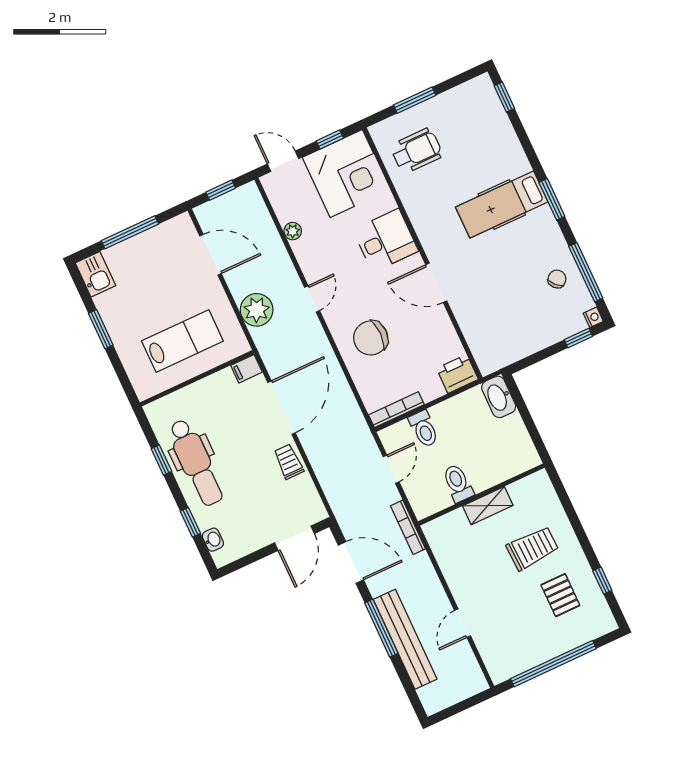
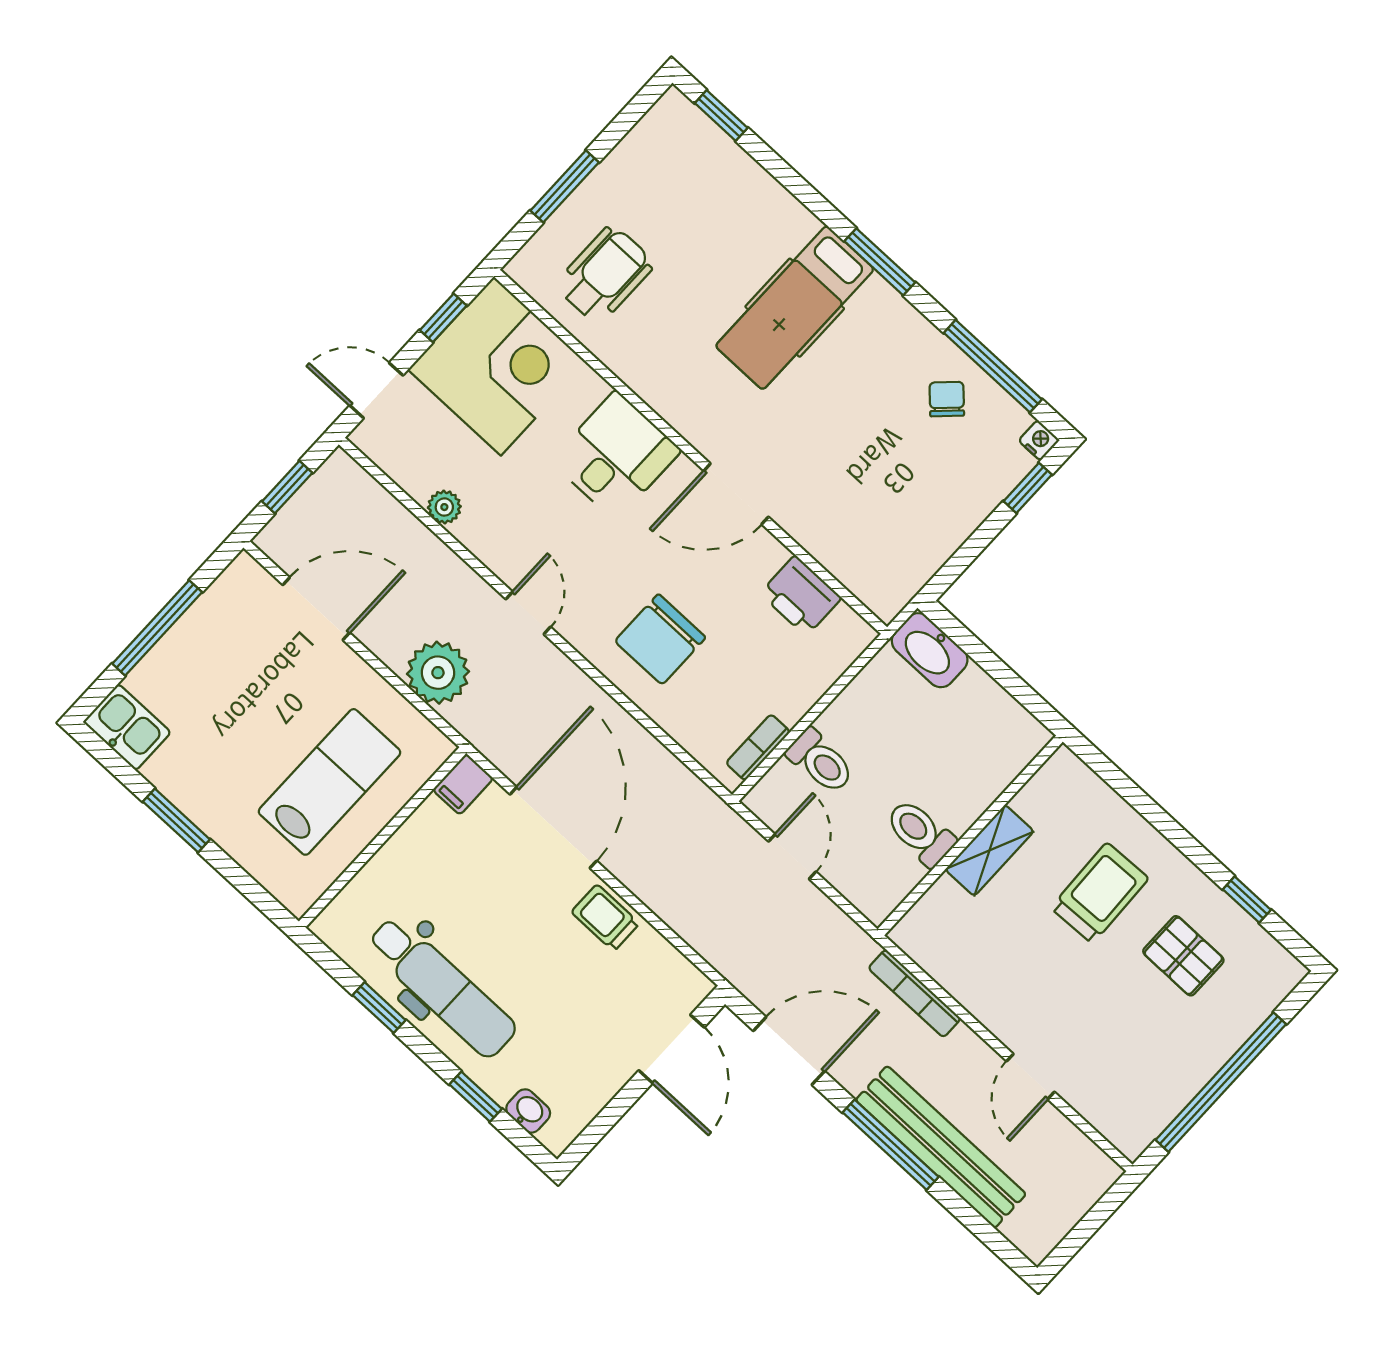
printer: (457, 374) -> (801, 596), moved, turned -90
bookcase: (396, 410) -> (758, 747), width x0.64
bookcase: (408, 527) -> (915, 993), moved

